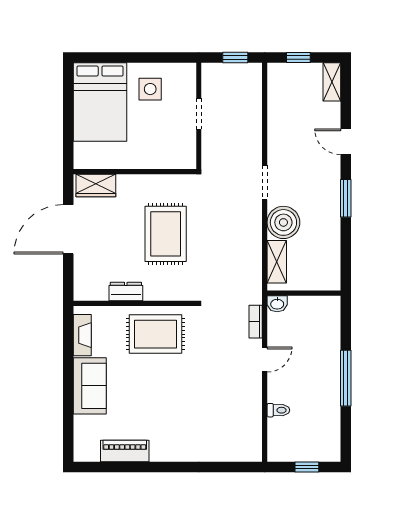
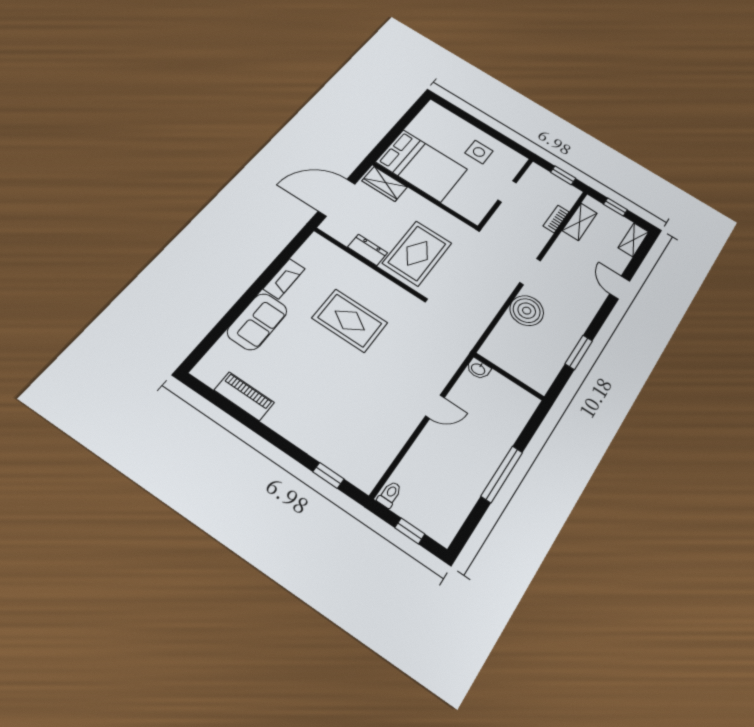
bed: (100, 102) -> (422, 165), moved, turned -90
window: (346, 198) -> (579, 352), moved
shelving: (277, 262) -> (580, 222), moved
dresser: (126, 292) -> (368, 250), moved
wall: (135, 303) -> (368, 263), moved
bookcase: (256, 322) -> (556, 219), moved
toilet: (278, 410) -> (390, 494), moved, turned -90
window: (225, 467) -> (328, 475), added

